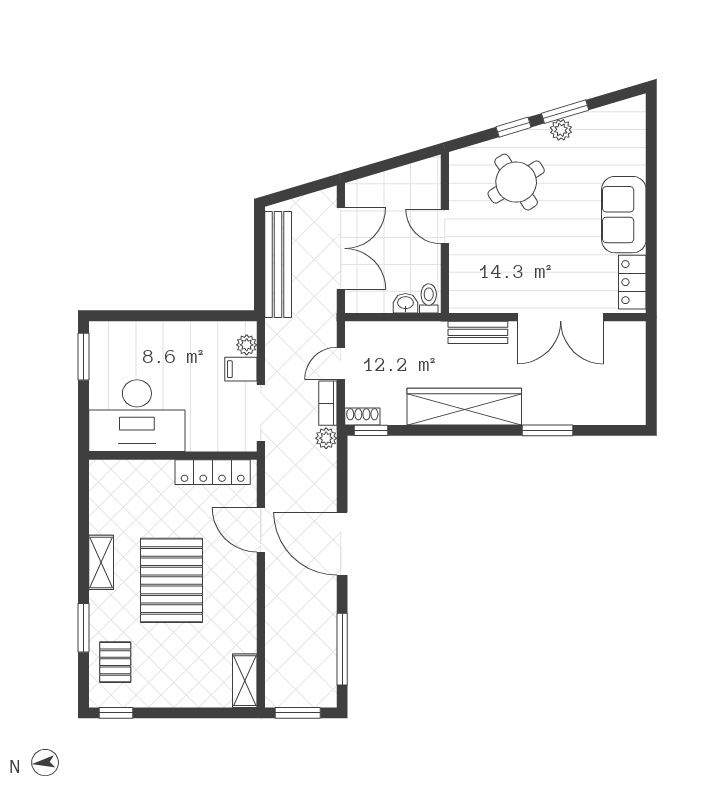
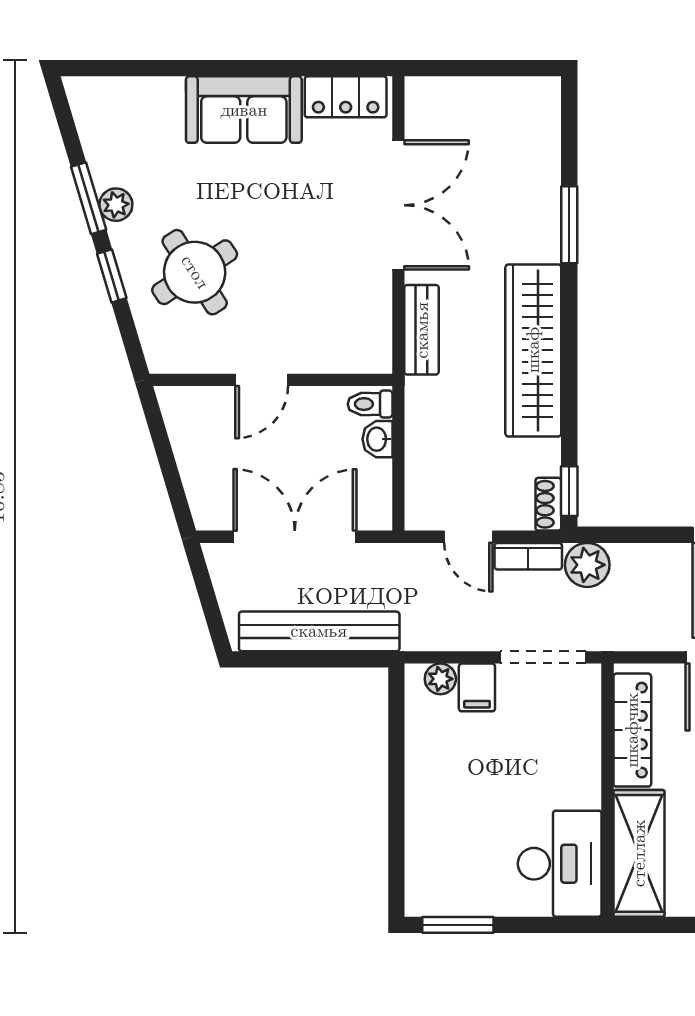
desk: (137, 416) -> (560, 864), width x0.73, depth x0.77
plant: (326, 438) -> (587, 565), width x1.38, depth x1.38
shelving: (131, 476) -> (639, 853), added

